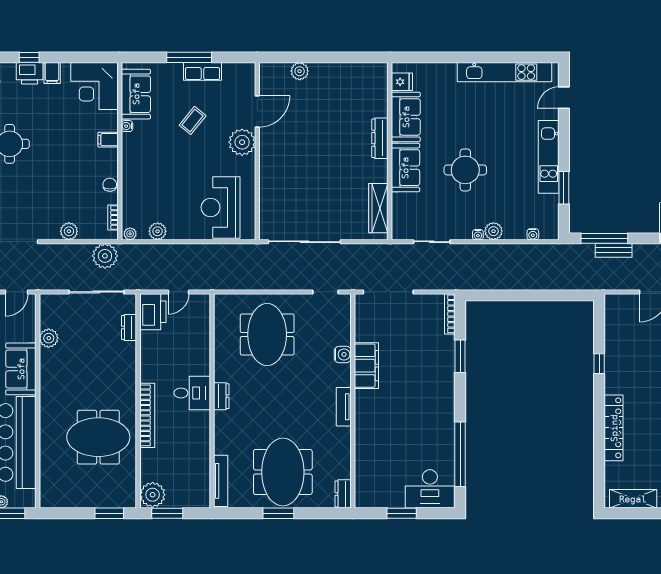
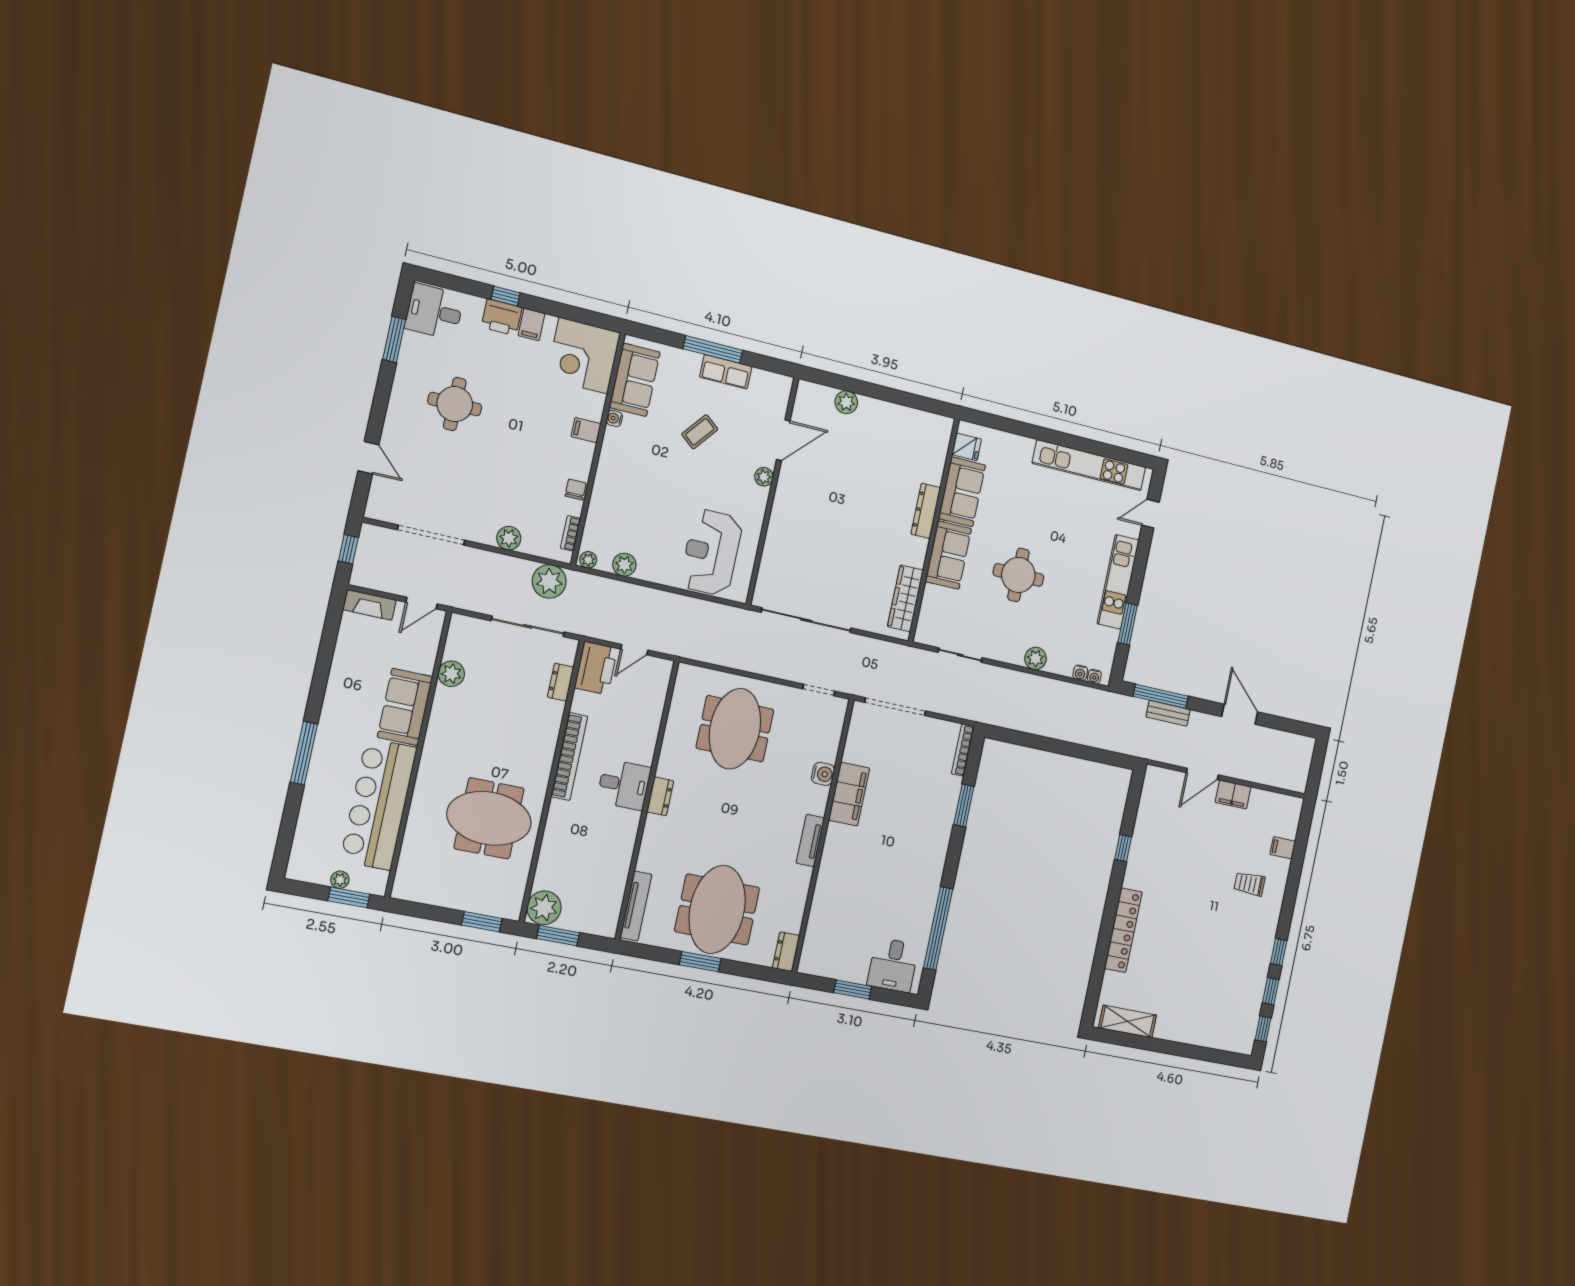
plant: (242, 142) -> (764, 477), width x0.53, depth x0.53
water cooler: (478, 235) -> (1094, 676), moved
bookcase: (147, 415) -> (569, 756), moved
desk: (430, 489) -> (893, 965), width x0.73

